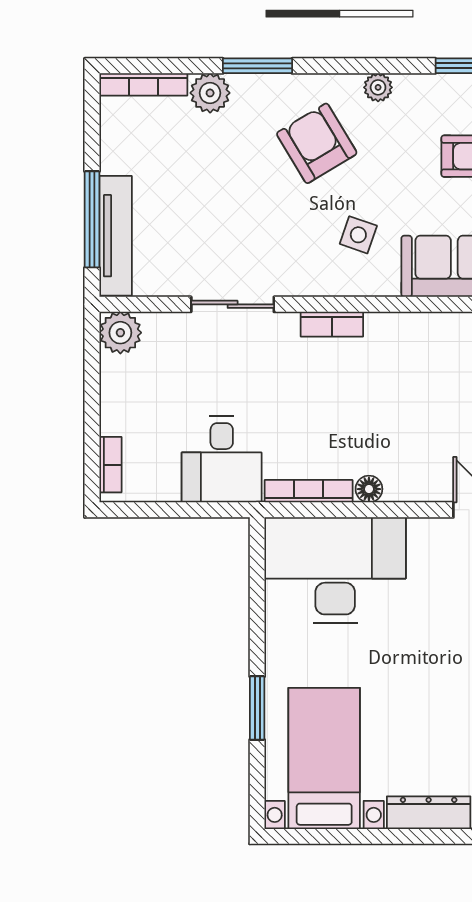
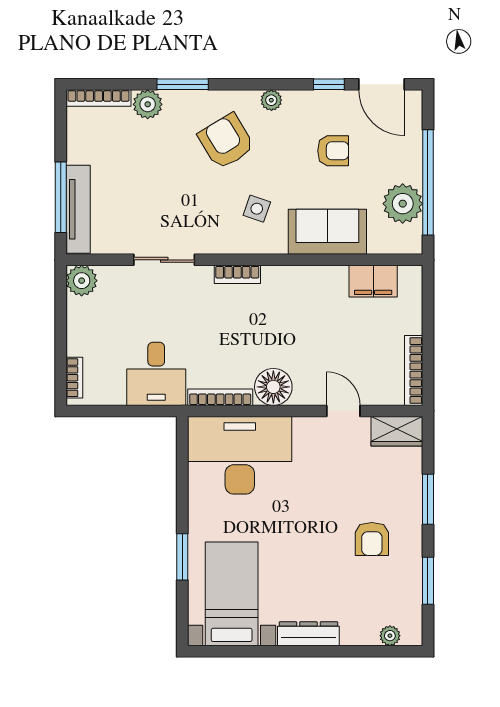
floor lamp: (369, 489) -> (273, 387), width x1.89, depth x1.89

